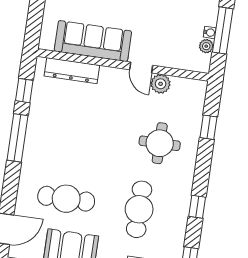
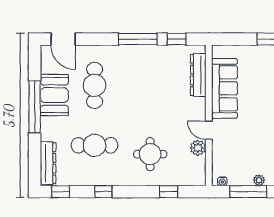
water cooler: (210, 32) -> (222, 181), moved
plant: (206, 46) -> (259, 180), moved
door: (141, 68) -> (209, 130), hinge flipped

